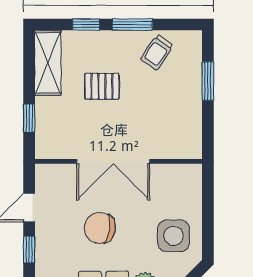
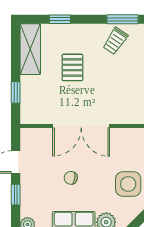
window: (132, 25) -> (122, 19), moved
pallet: (102, 86) -> (72, 67), turned 90
chair: (100, 228) -> (71, 178), width x0.54, depth x0.54

